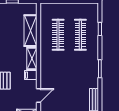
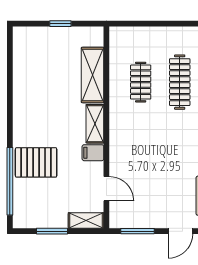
clothes rail: (58, 35) -> (141, 82), width x0.73
door: (39, 96) -> (106, 189), hinge flipped

